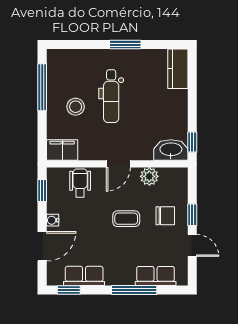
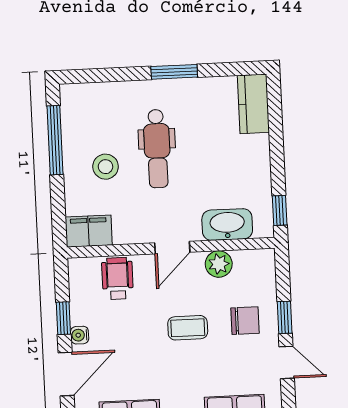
washbasin: (171, 150) -> (227, 224), moved
window: (42, 191) -> (63, 318), moved

